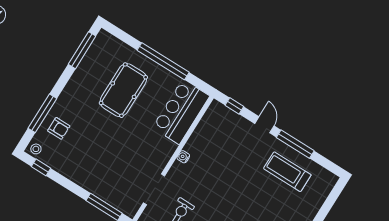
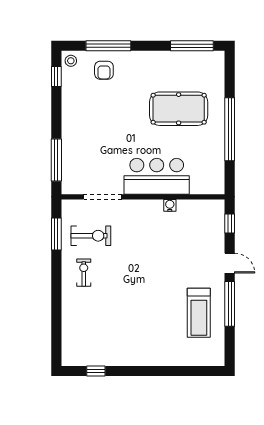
bar counter: (181, 112) -> (157, 176), moved
door: (264, 125) -> (230, 263), hinge flipped
water cooler: (183, 157) -> (170, 205), moved
treadmill: (287, 172) -> (199, 313), turned 180

